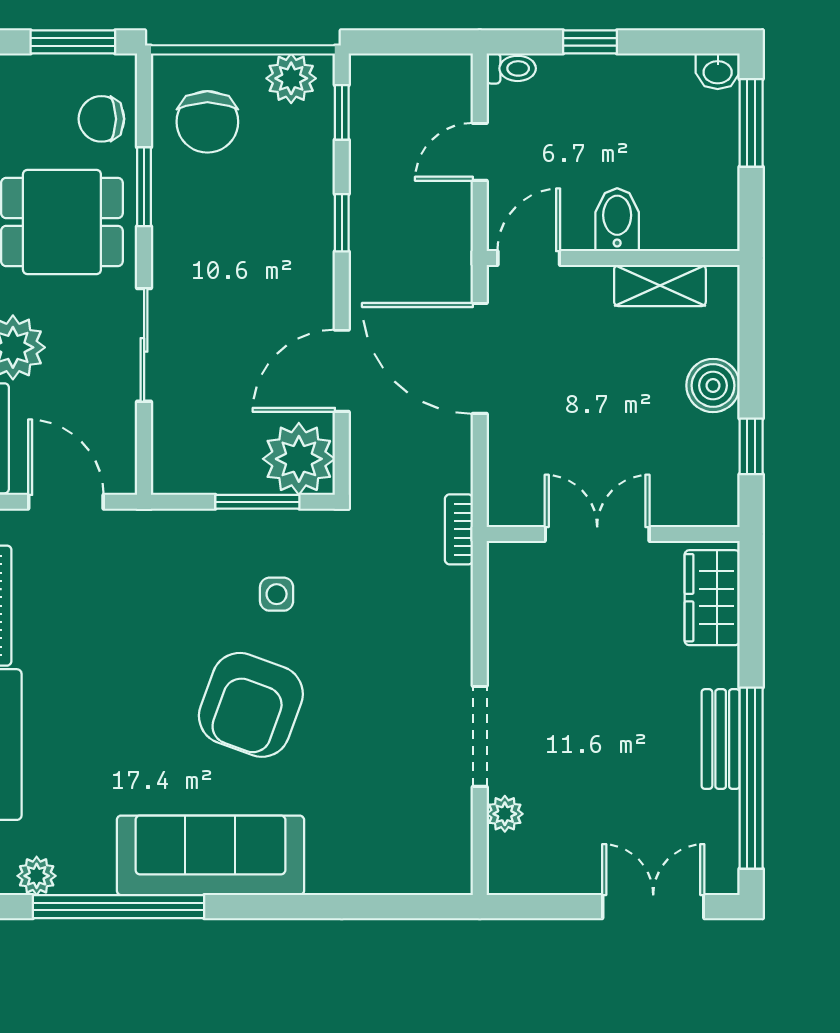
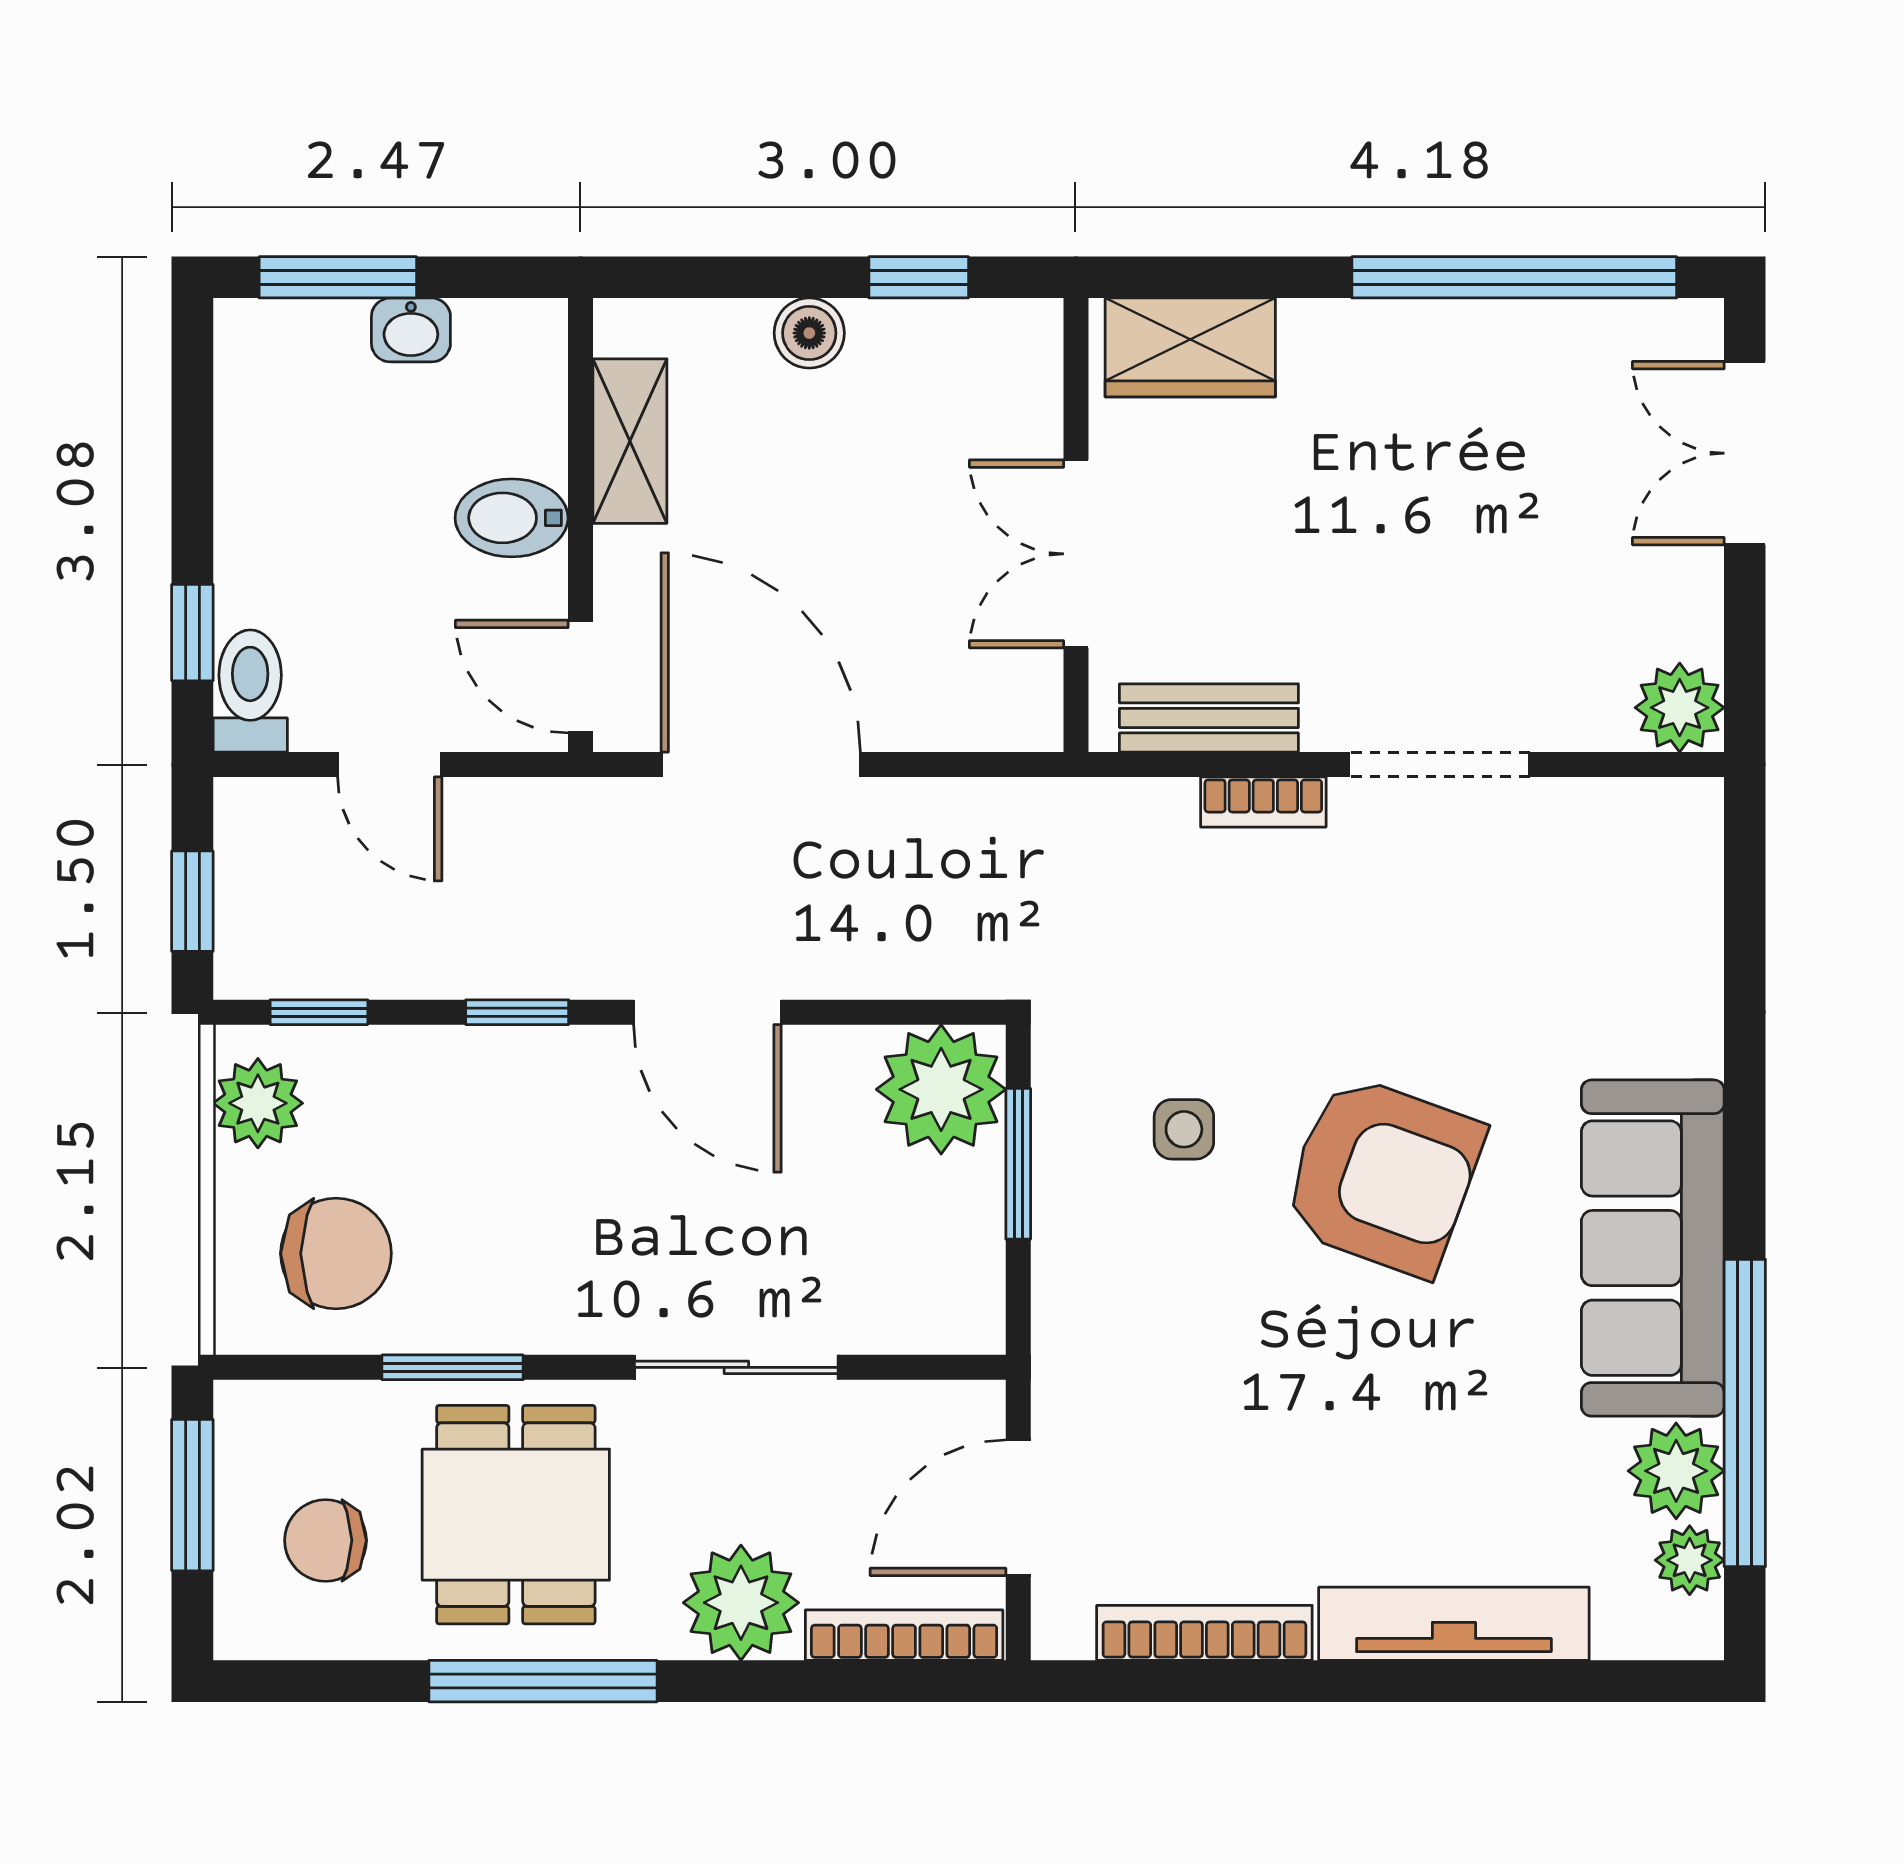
window: (404, 42) -> (192, 901), added
window: (590, 42) -> (192, 633), moved
toilet: (511, 68) -> (250, 691), width x1.37, depth x1.39
washbasin: (718, 71) -> (411, 330), moved, turned 90
chair: (101, 119) -> (326, 1540), moved, turned 90
door: (480, 358) -> (761, 764), swing flipped
door: (342, 371) -> (707, 1012), moved
boiler: (713, 385) -> (809, 333), width x0.73, depth x0.73
bookcase: (459, 529) -> (1263, 802), moved
bench: (721, 739) -> (1209, 718), moved
plant: (505, 814) -> (1680, 708), moved, width x1.38, depth x1.38
plant: (86, 868) -> (1676, 1471), added

